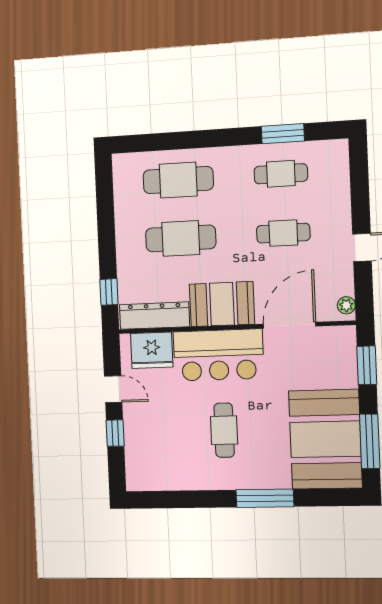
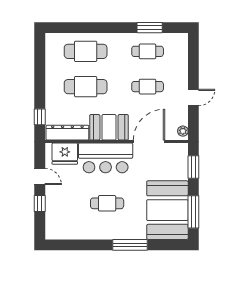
cafe table: (224, 430) -> (107, 203), turned 90

